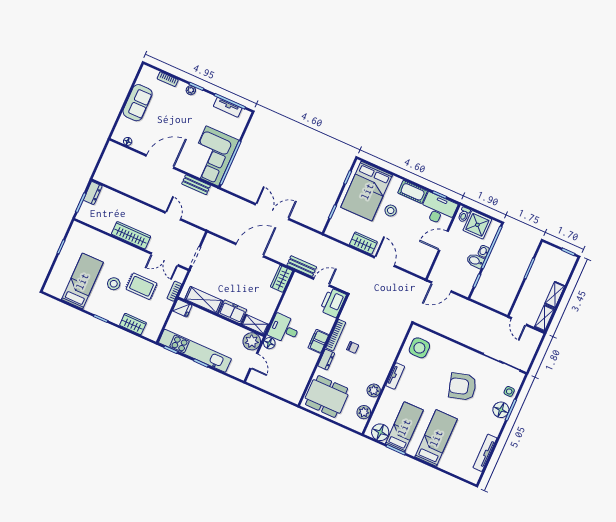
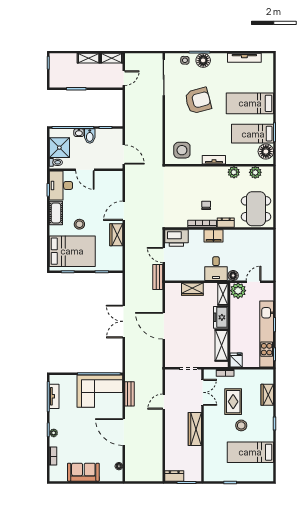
wardrobe: (281, 279) -> (192, 289), moved
armchair: (462, 387) -> (198, 101), turned -89

